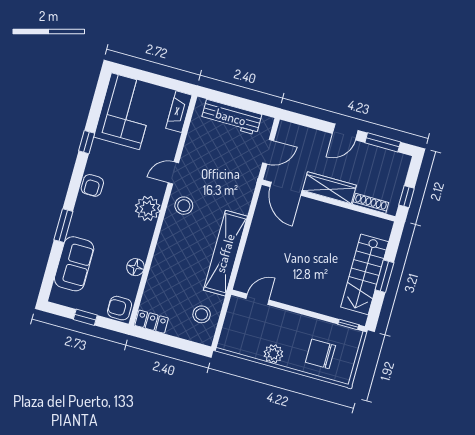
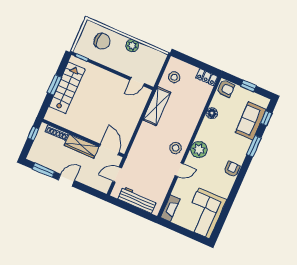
window: (87, 142) -> (266, 118), moved
shelving: (225, 253) -> (157, 106), width x0.68

